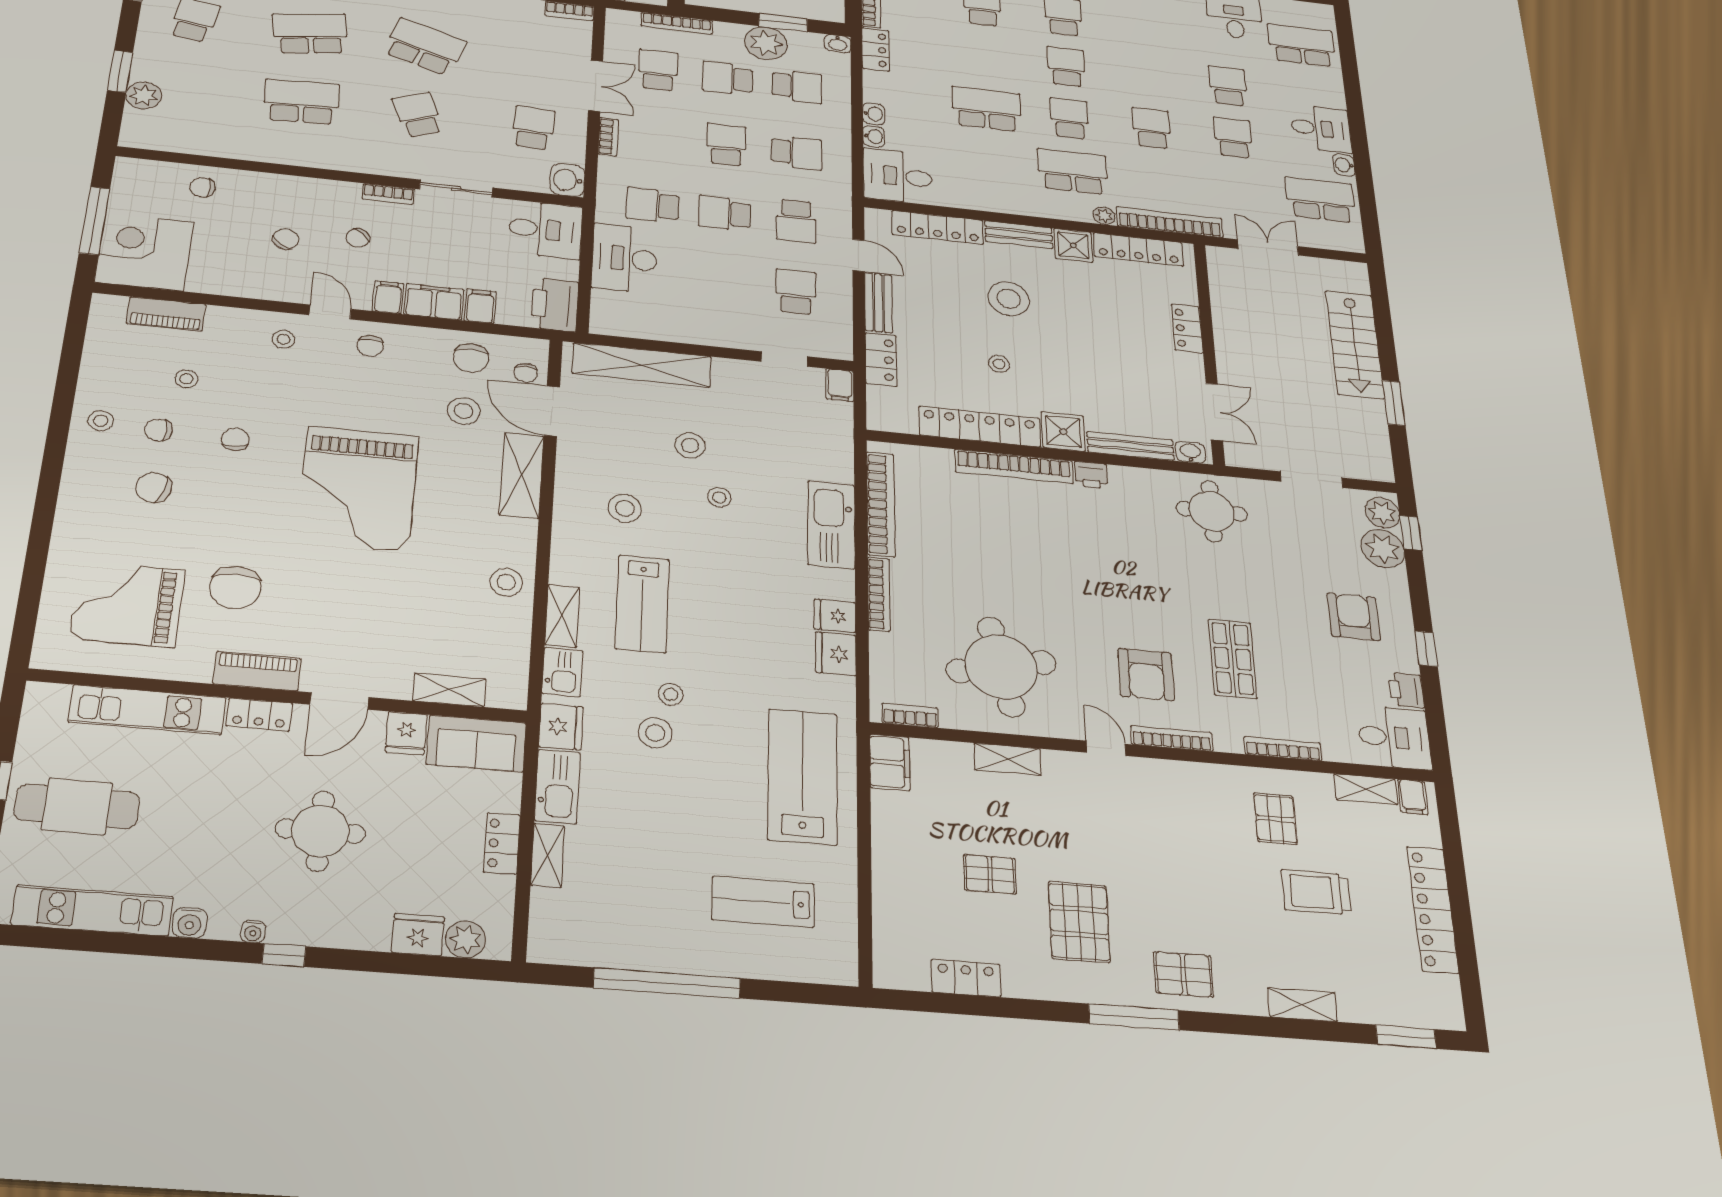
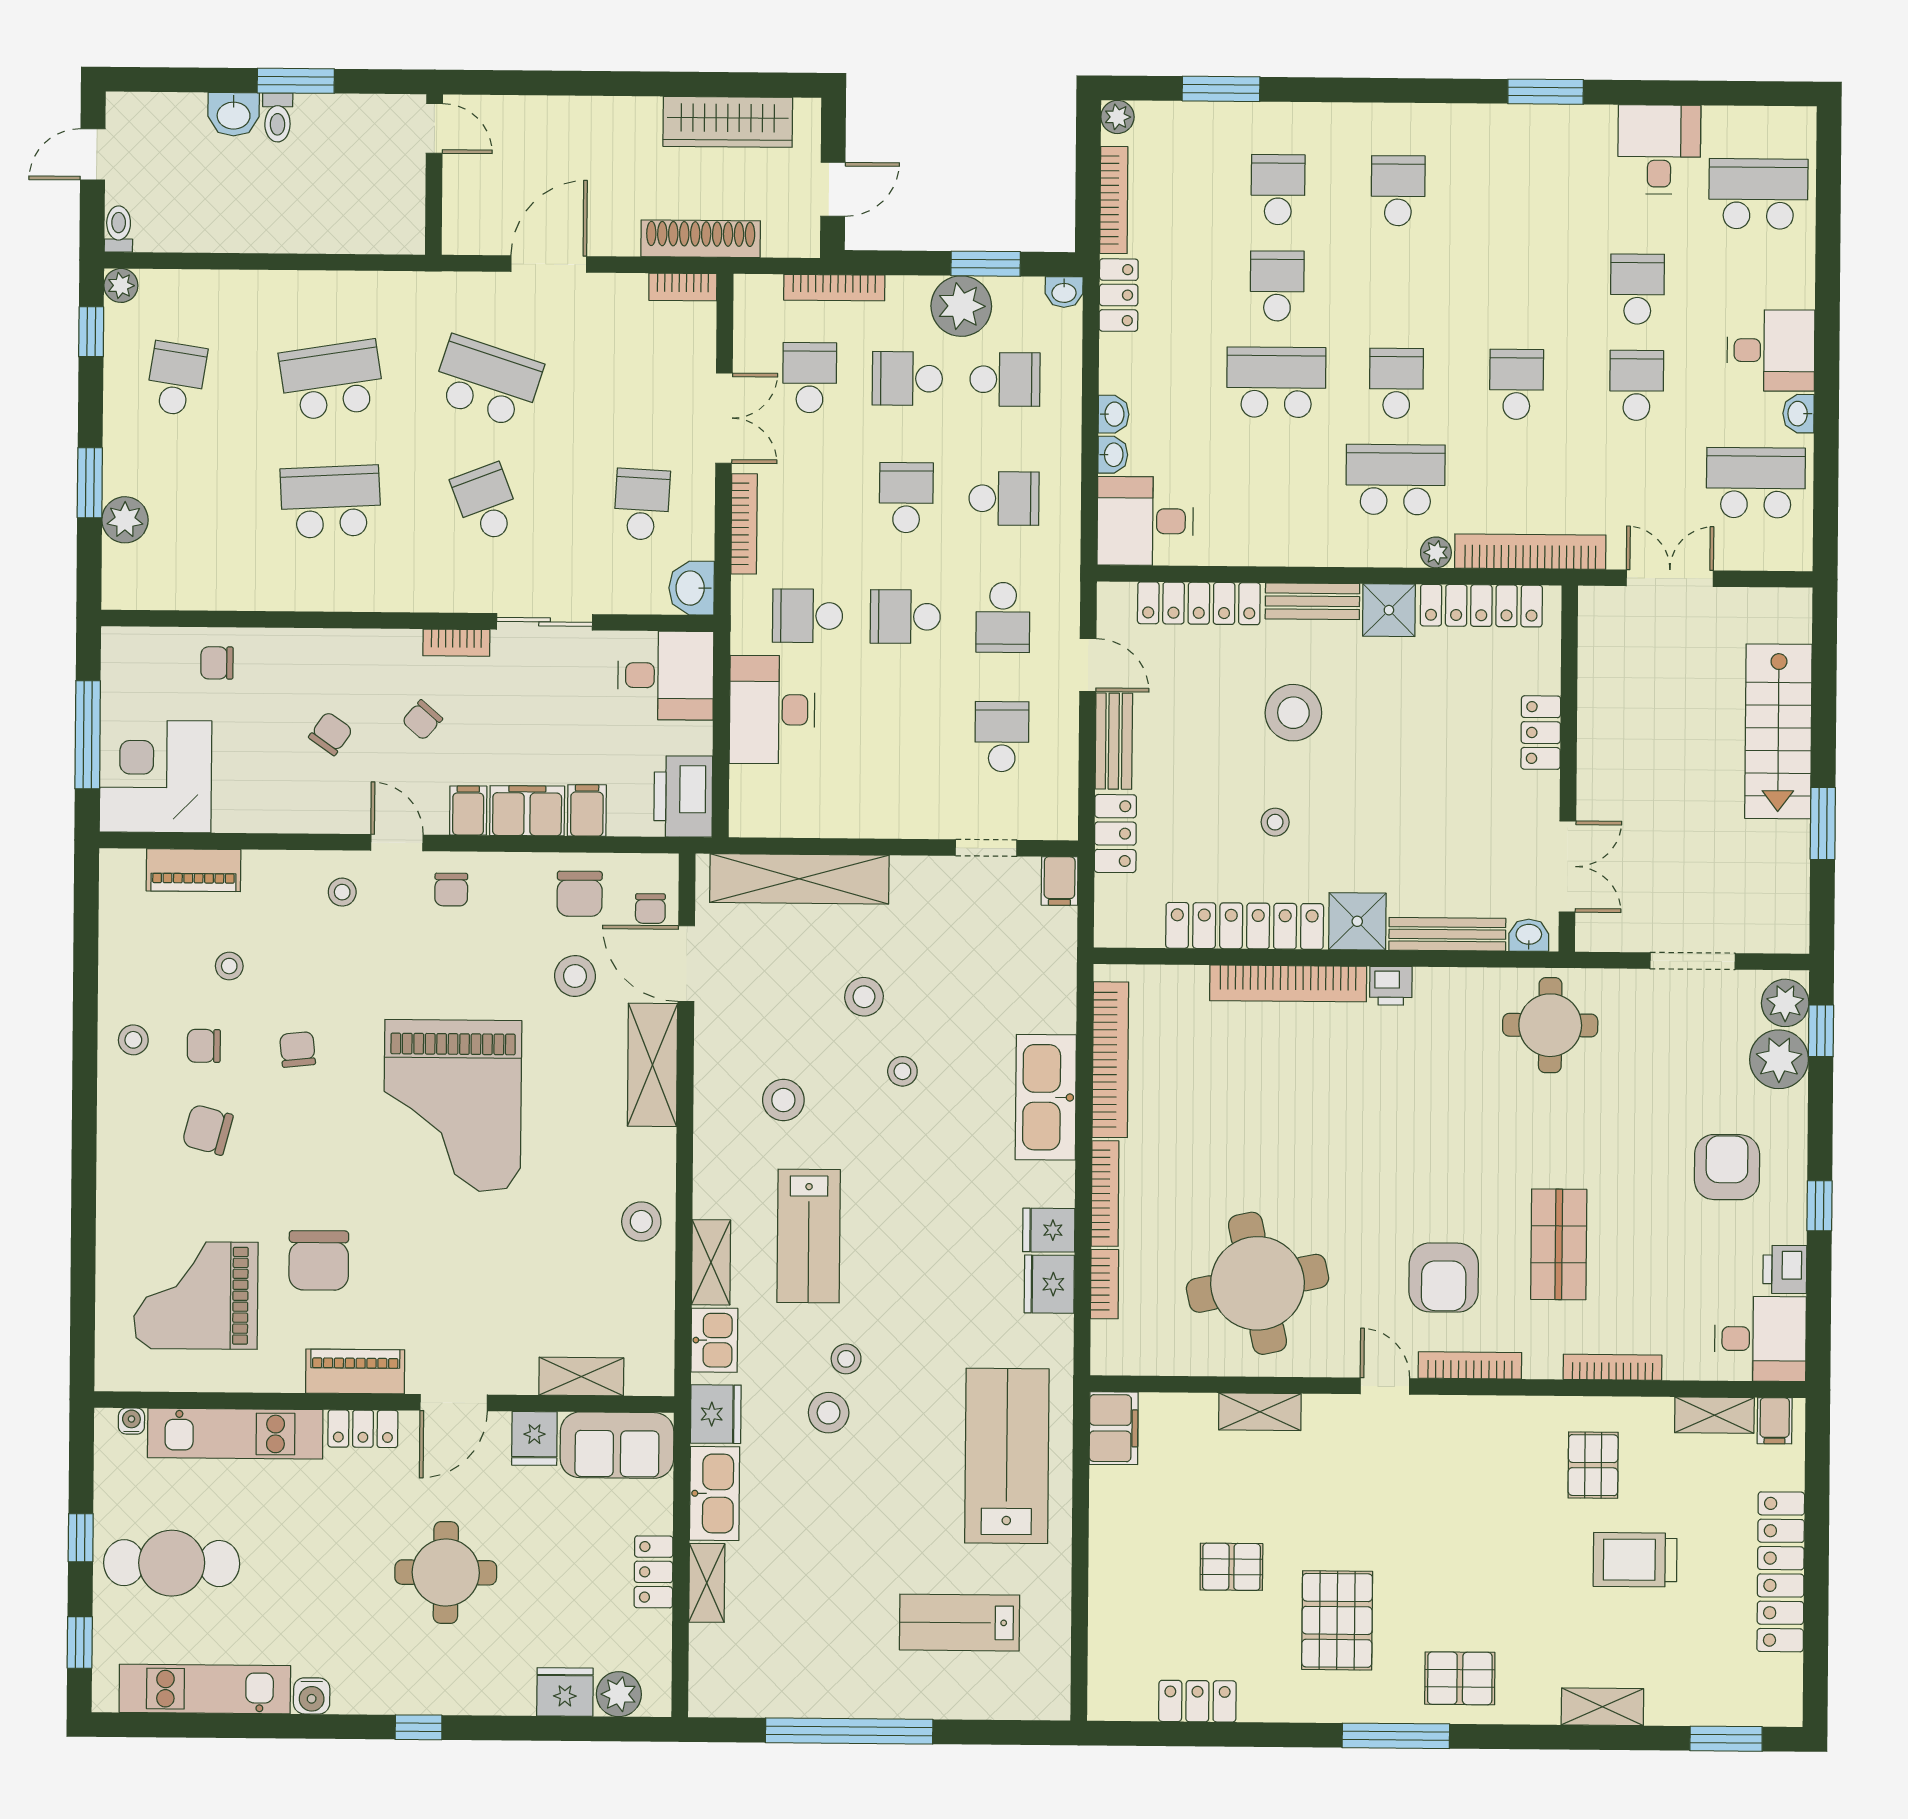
school desk: (1066, 67) -> (1277, 286), moved
bookcase: (608, 137) -> (744, 524), width x1.56
bookcase: (910, 715) -> (1105, 1284), moved, turned 90
water cooler: (253, 932) -> (131, 1421), moved, turned 180

